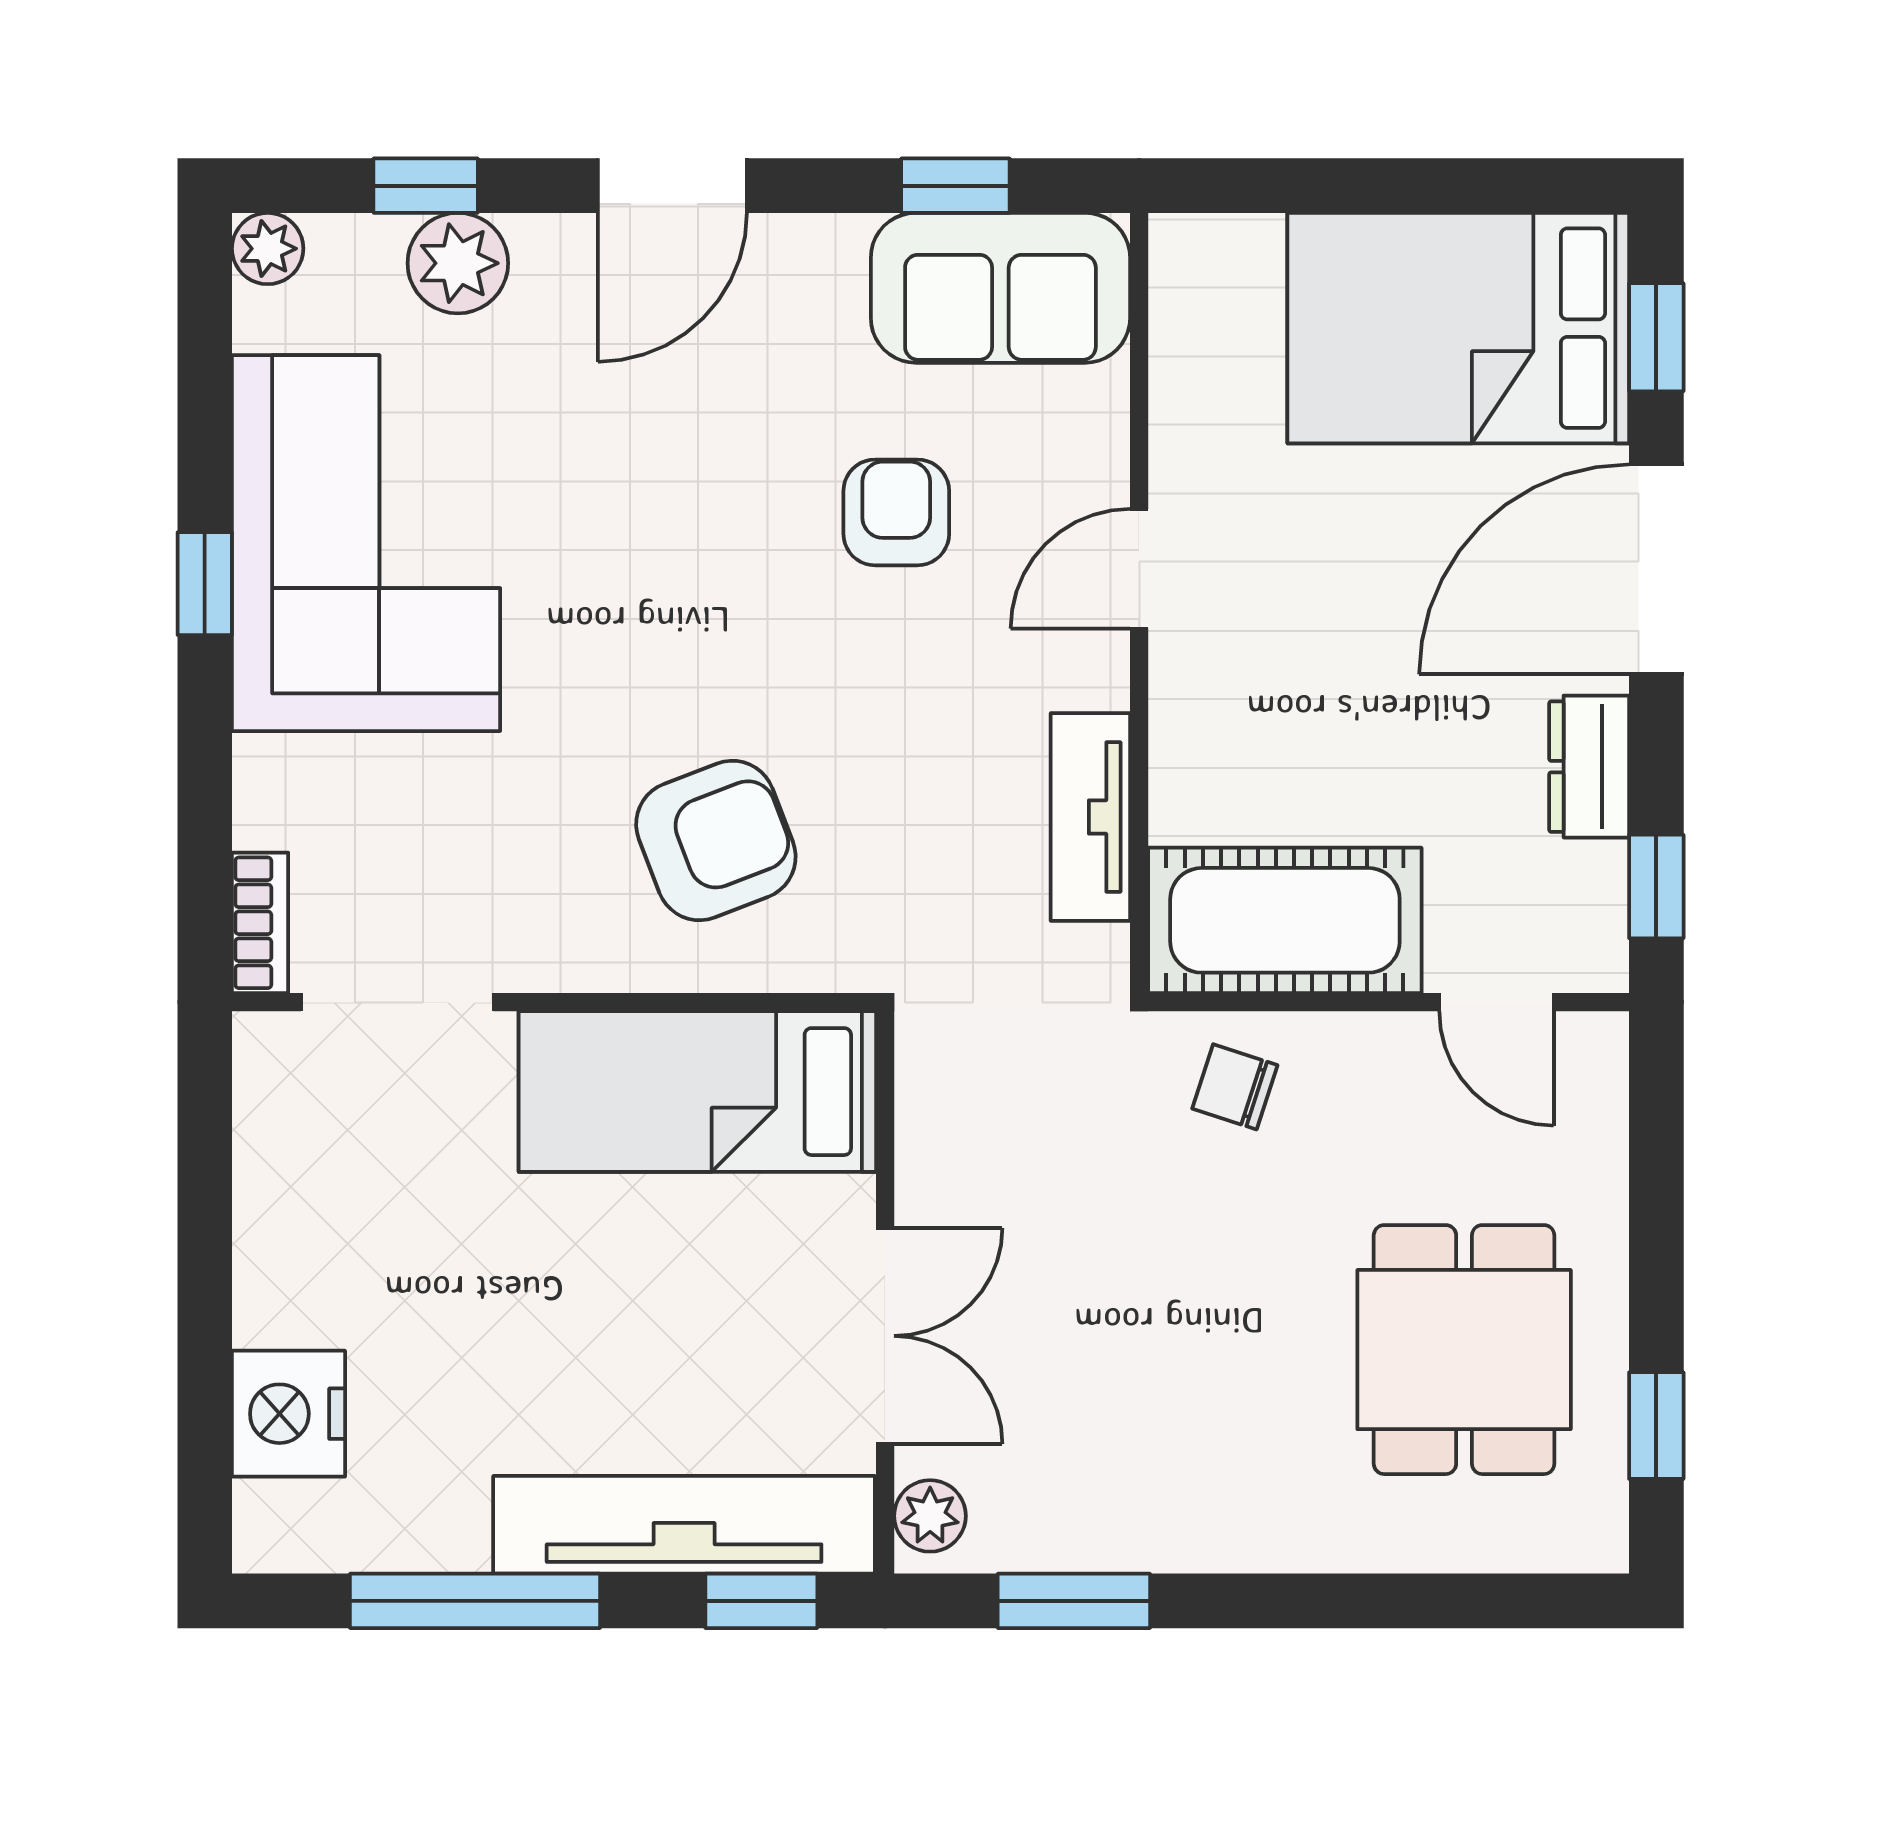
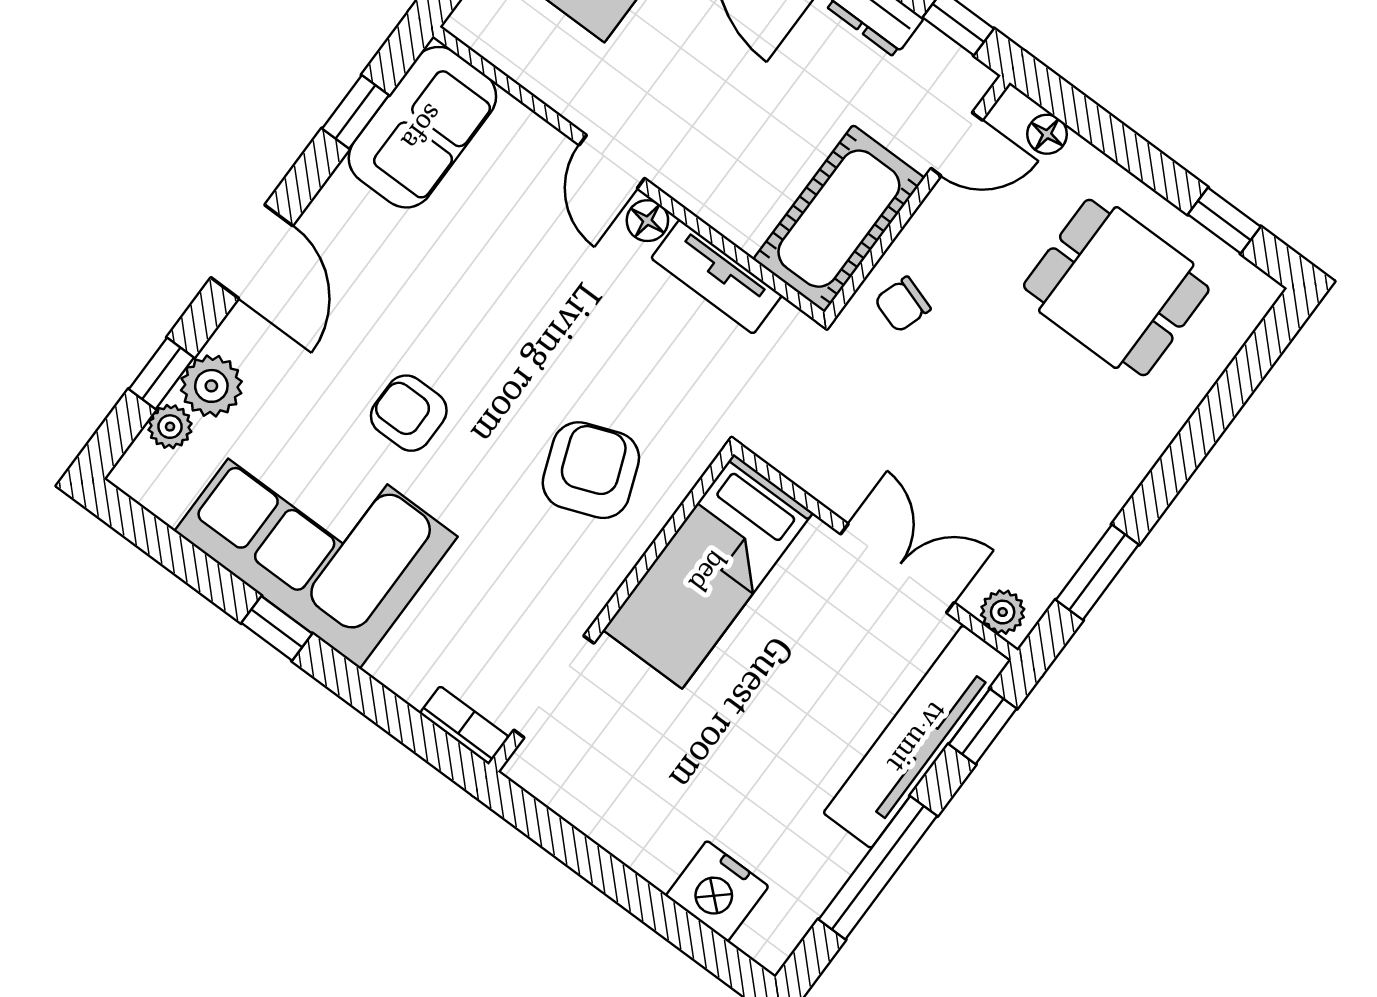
plant: (268, 249) -> (170, 427), moved
armchair: (896, 512) -> (409, 413), moved
floor lamp: (1097, 672) -> (647, 221), added
floor lamp: (1597, 1110) -> (1047, 134), added

